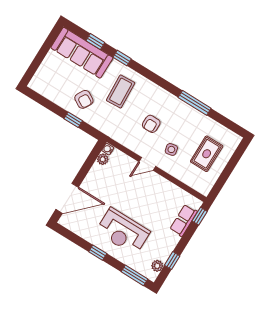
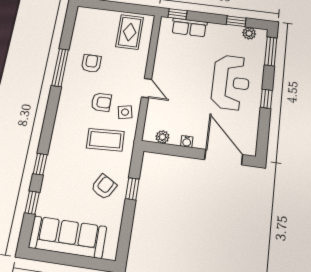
sofa: (82, 53) -> (68, 237), moved, turned -90
coffee table: (121, 92) -> (105, 140), moved
armchair: (187, 129) -> (91, 63), added
water cooler: (108, 149) -> (187, 142), moved
side table: (171, 149) -> (125, 112), moved
rug: (207, 154) -> (130, 32), moved, turned 90

